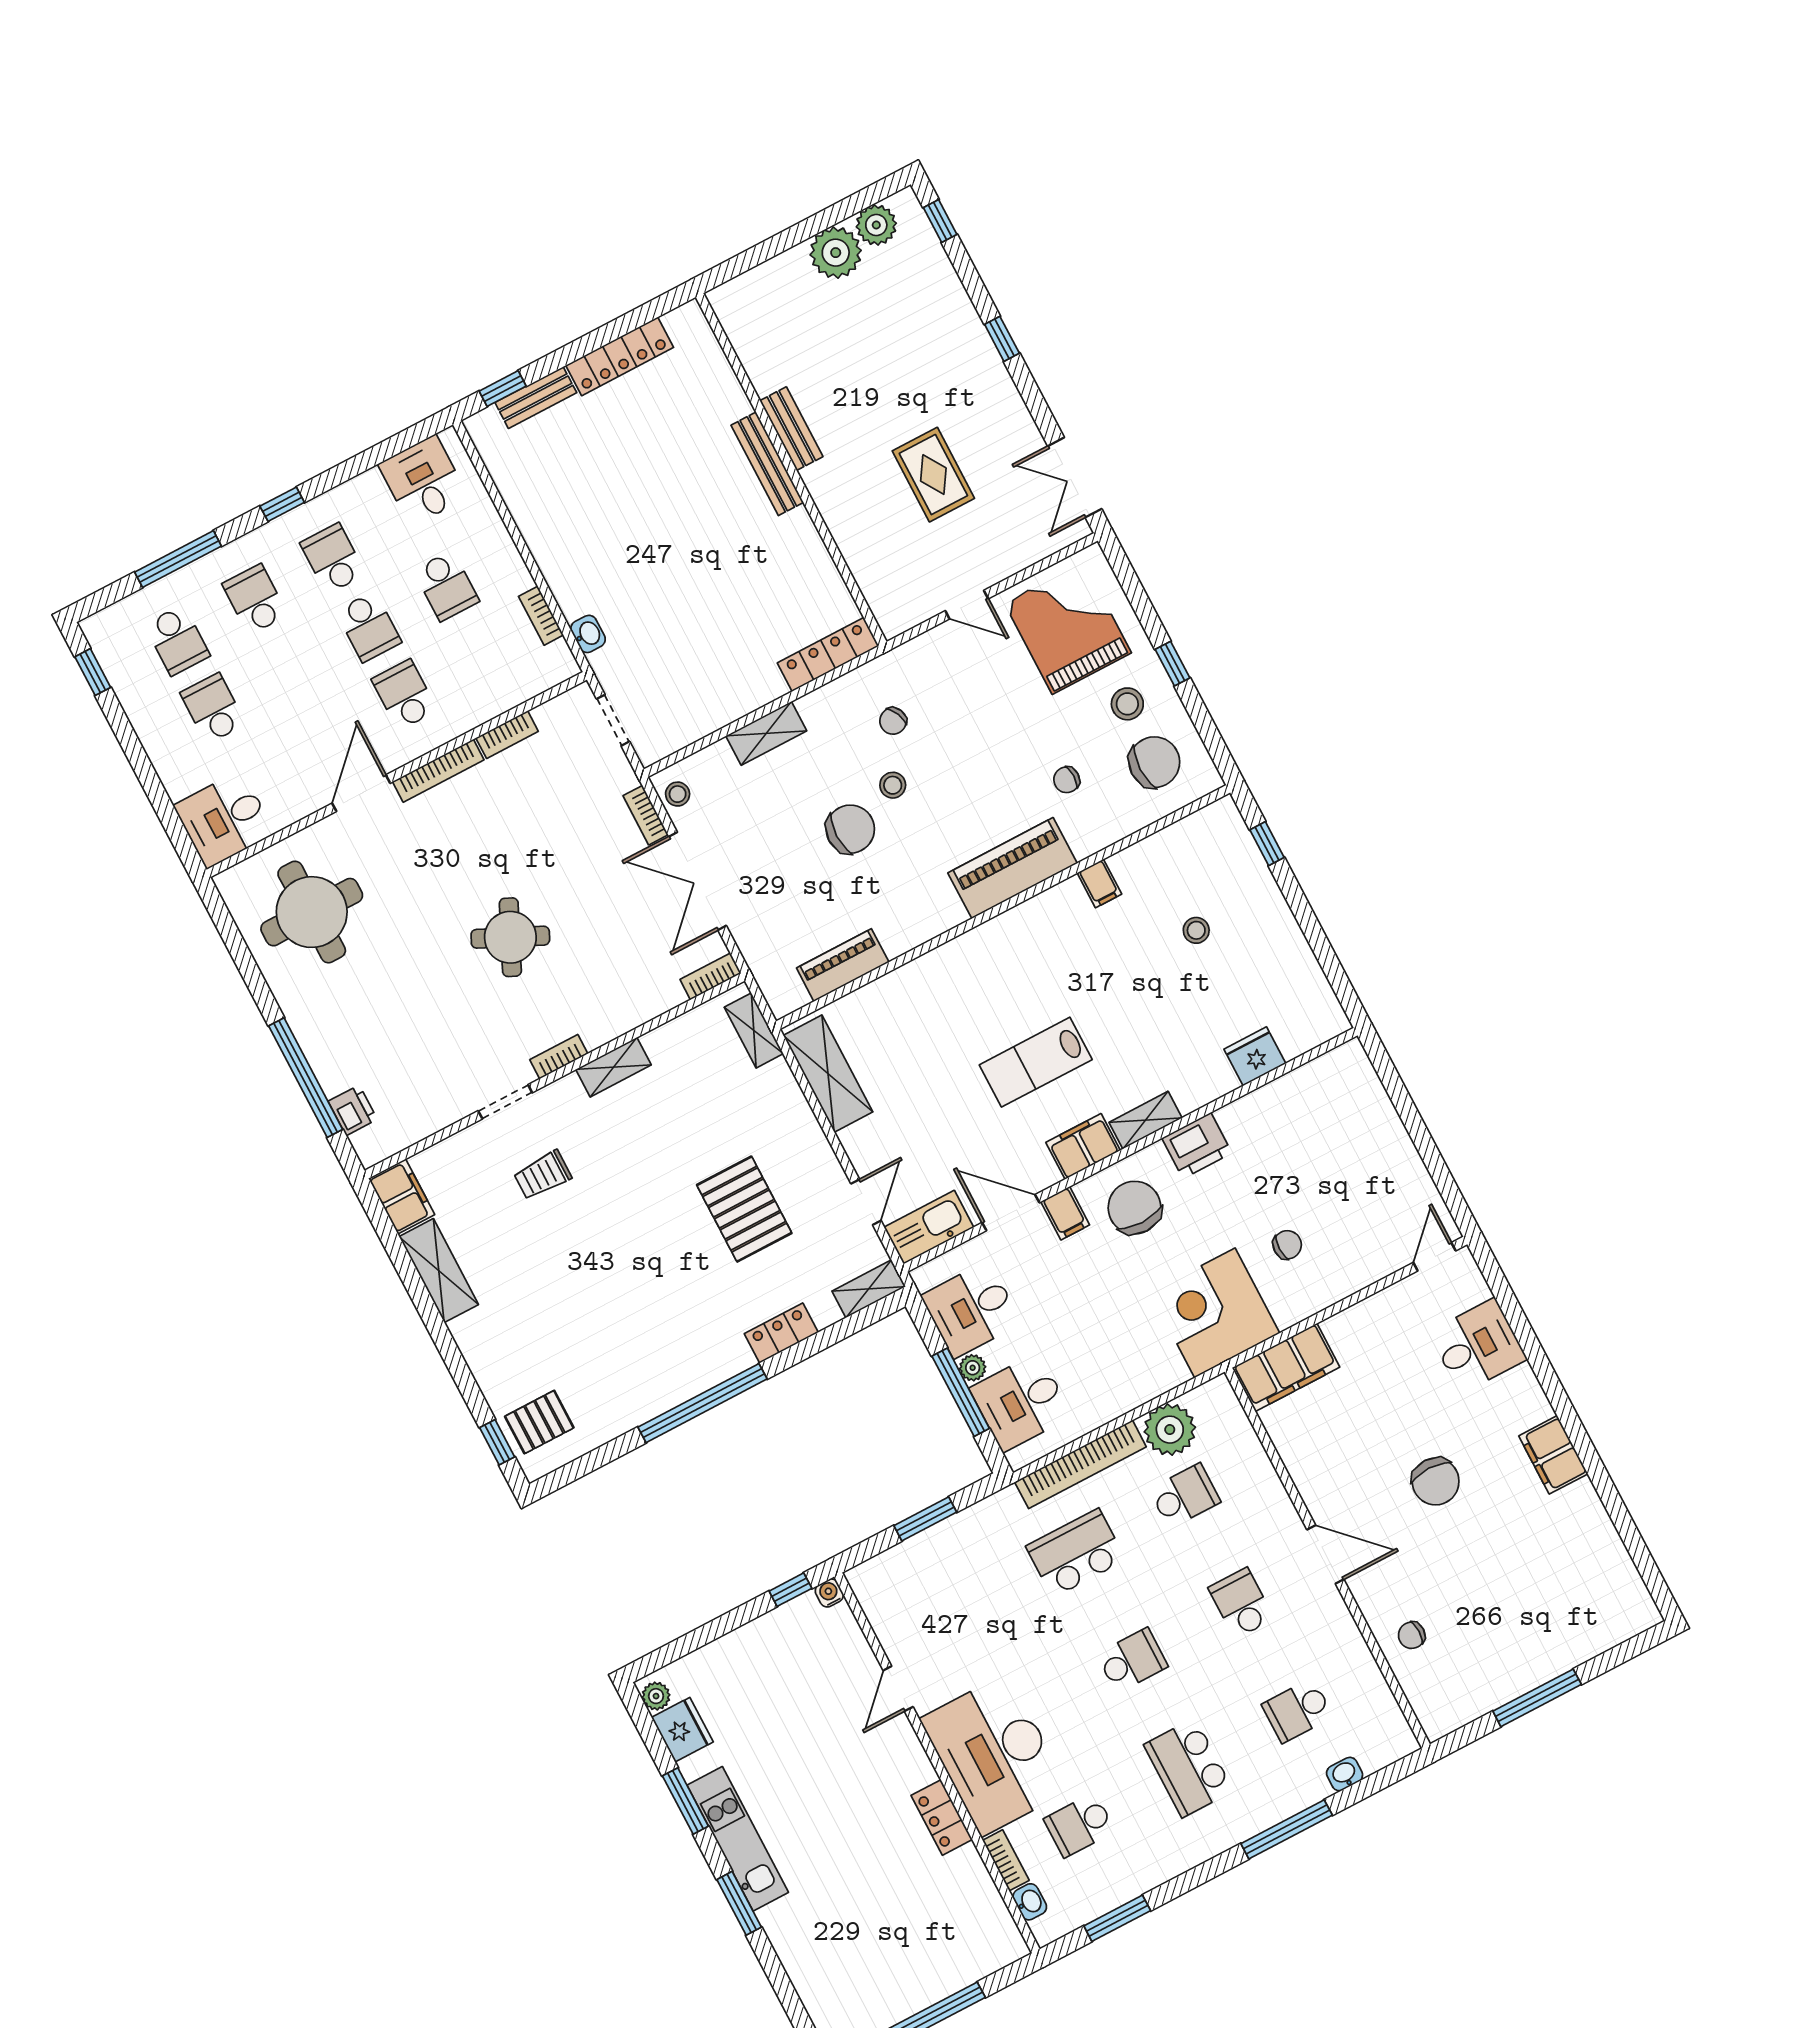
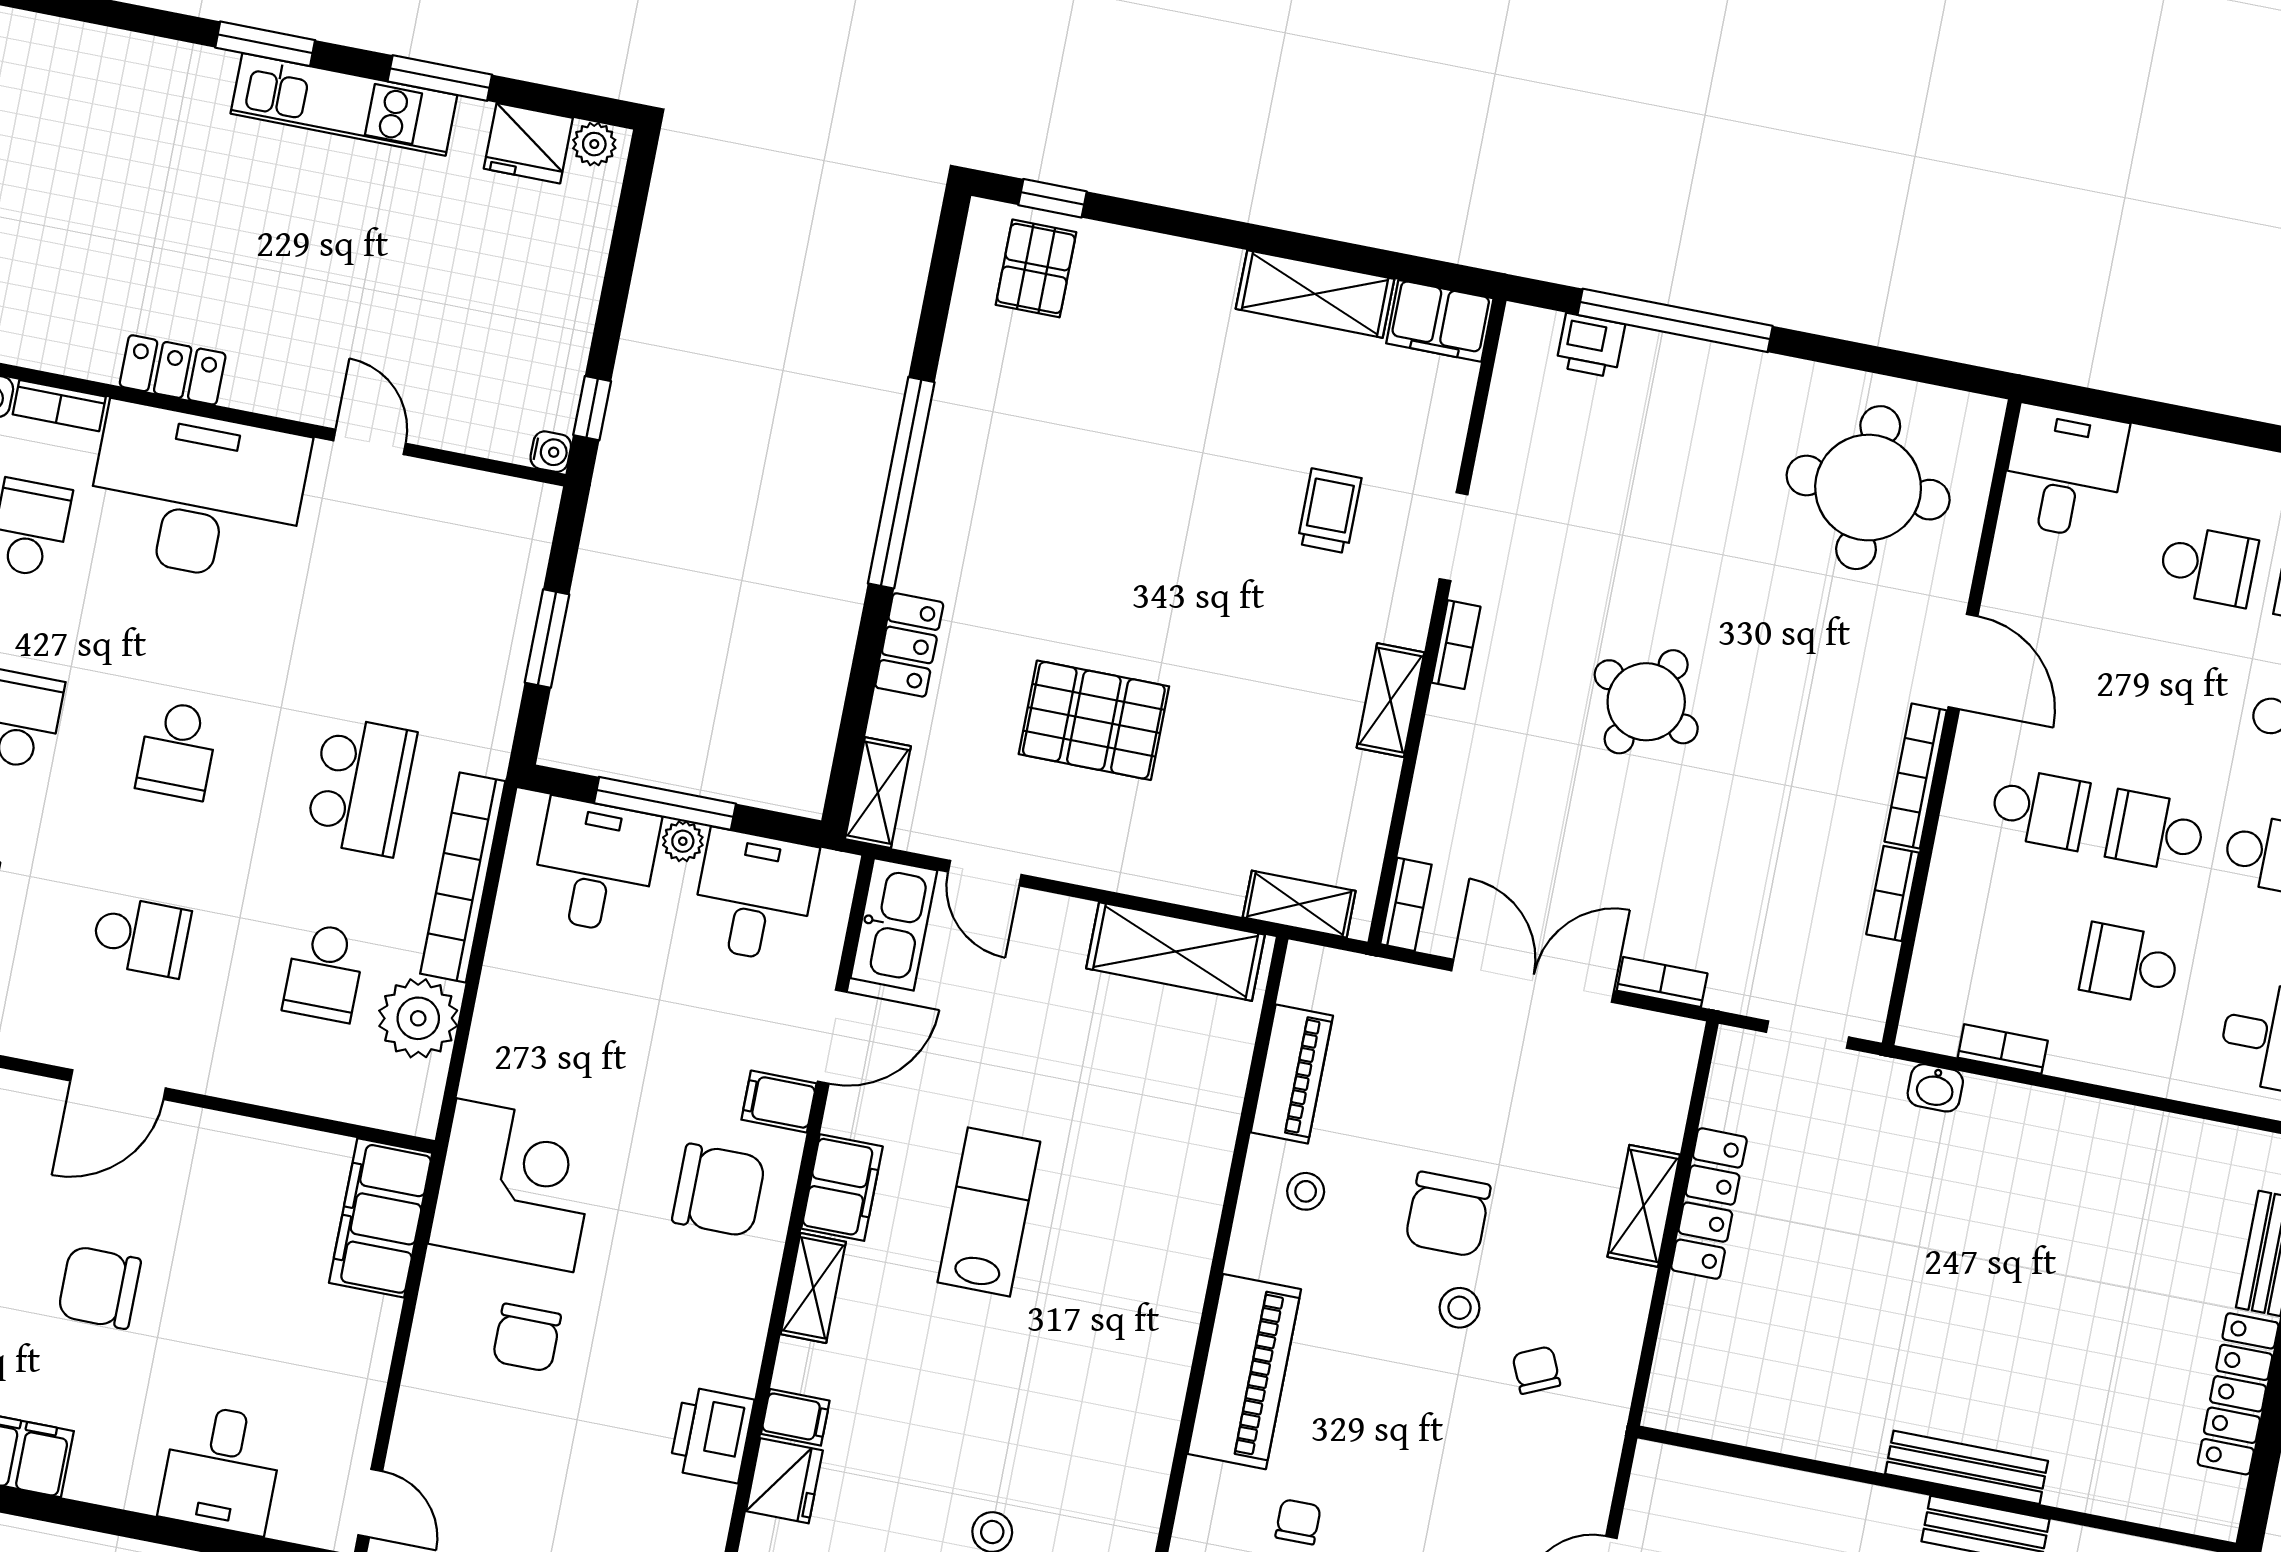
locker: (828, 654) -> (1709, 1204), moved
stool: (678, 794) -> (1306, 1191), moved
filing cabinet: (1099, 884) -> (795, 1417), moved, turned 180
printer: (1197, 1146) -> (712, 1435), moved
chair: (1287, 1245) -> (527, 1338), width x1.37, depth x1.37

